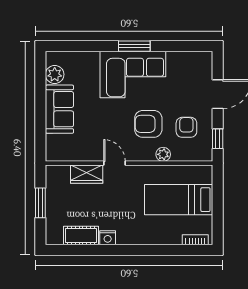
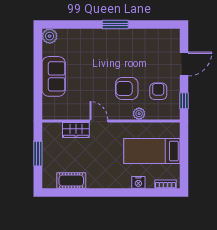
plant: (55, 74) -> (50, 36), moved
corner sofa: (133, 75) -> (114, 48), removed
nightstand: (108, 238) -> (138, 182), moved

